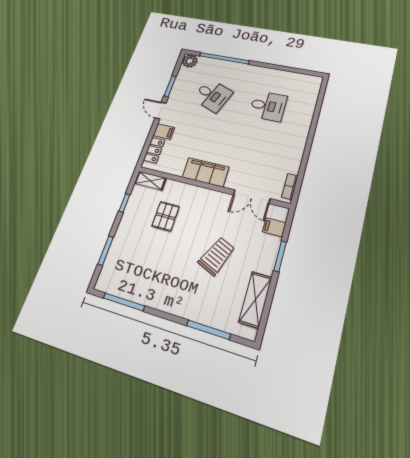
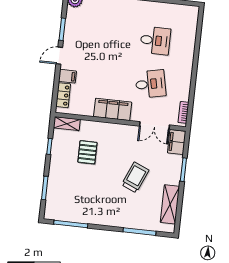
desk: (213, 95) -> (151, 84), moved, turned -33
door: (161, 111) -> (59, 56), hinge flipped
filing cabinet: (274, 227) -> (177, 142), width x2.00

